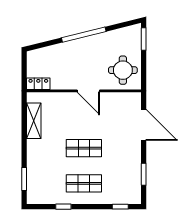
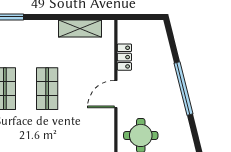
locker: (38, 84) -> (124, 57), moved

